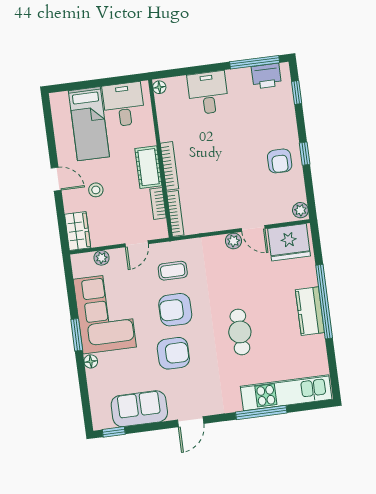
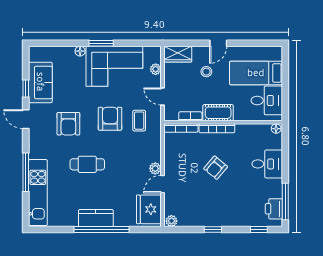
armchair: (280, 161) -> (216, 168), moved, turned -50
armchair: (173, 353) -> (68, 124), moved
window: (114, 432) -> (26, 89), moved

